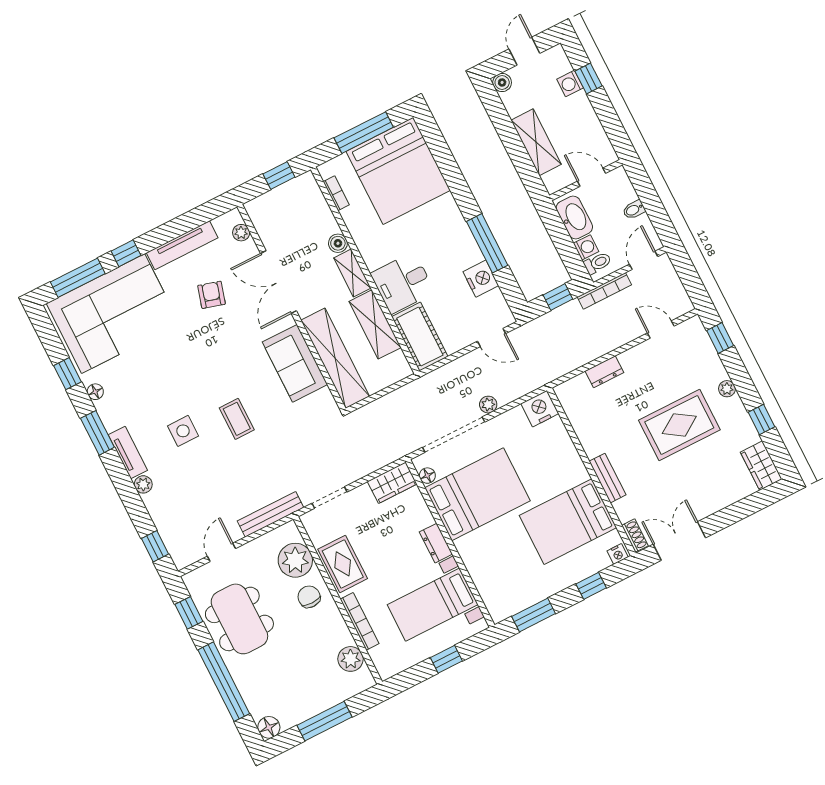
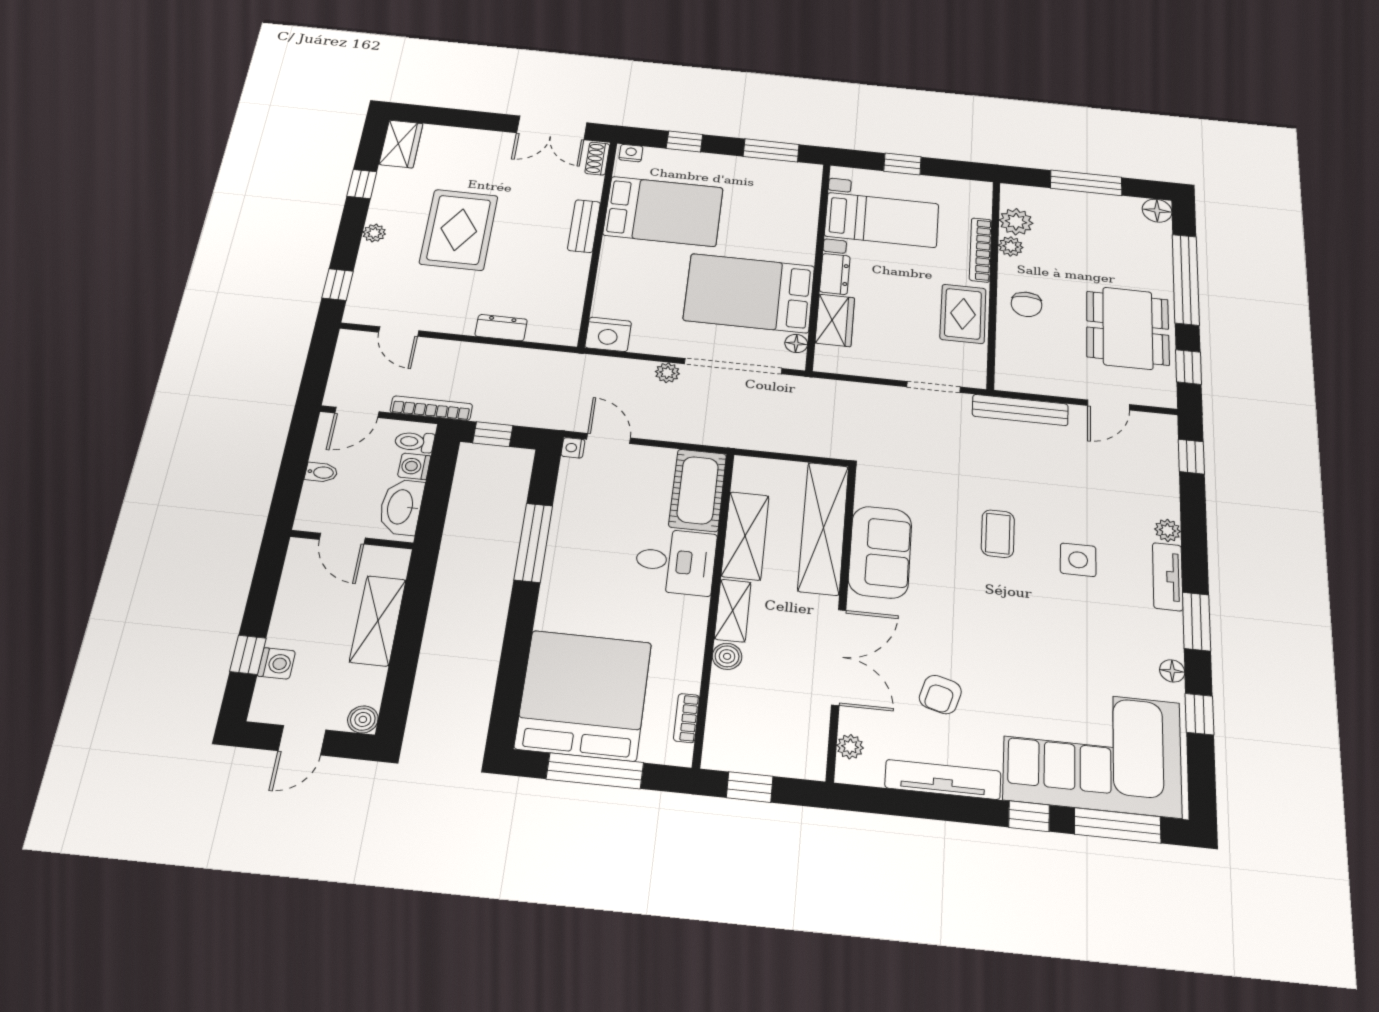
nightstand: (481, 279) -> (573, 448), moved, width x0.53, depth x0.56
rug: (679, 425) -> (459, 230), turned 90
wardrobe: (392, 483) -> (835, 320), moved, turned 90
plant: (295, 560) -> (1011, 246), moved, width x0.53, depth x0.53

